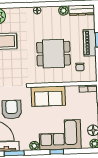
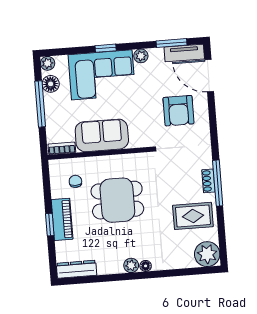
plant: (63, 11) -> (131, 265), moved
sofa: (48, 96) -> (102, 135), moved

